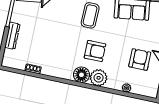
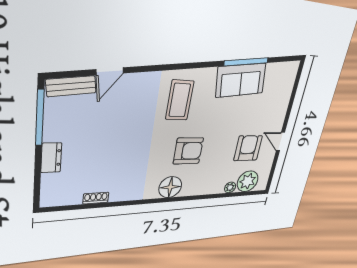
dresser: (12, 36) -> (51, 158), width x0.70
plant: (99, 78) -> (248, 181), moved

